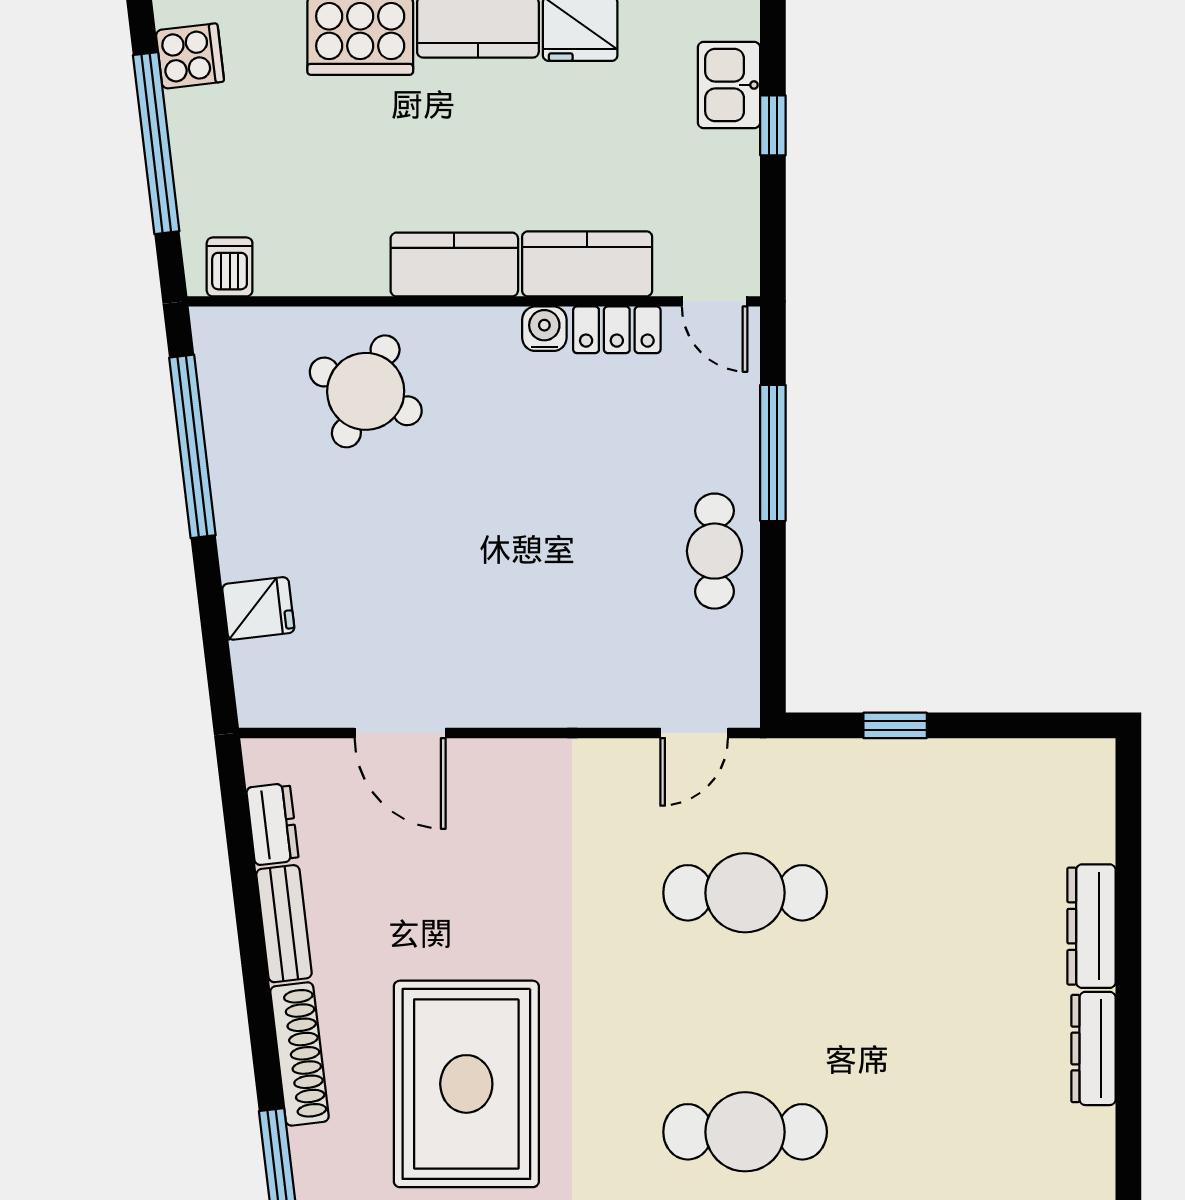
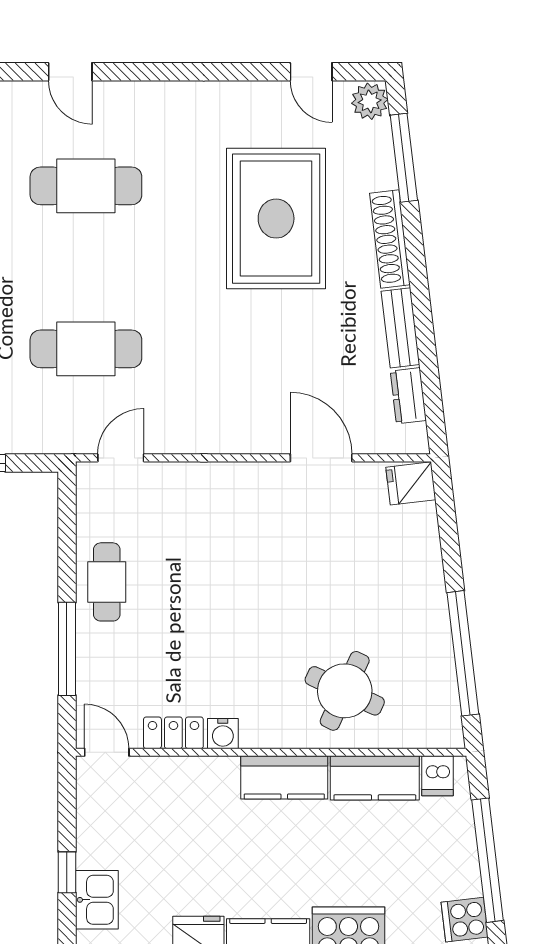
kitchen counter: (587, 264) -> (375, 778), moved
fridge: (258, 608) -> (411, 483), moved

